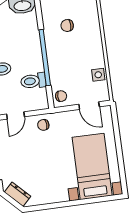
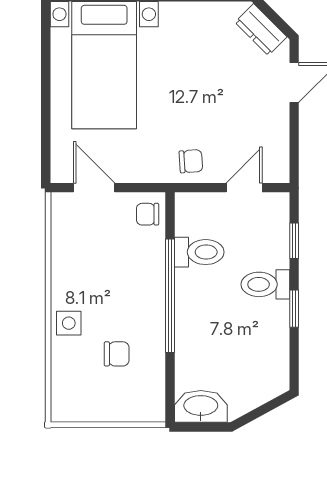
side table: (98, 75) -> (69, 323), moved

